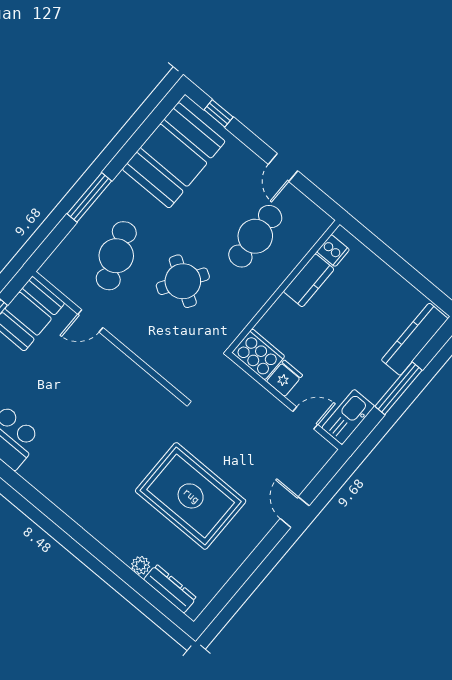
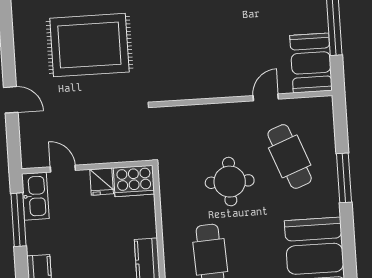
round table: (183, 281) -> (230, 182), turned -32
window: (399, 388) -> (19, 220), moved
door: (305, 418) -> (63, 169), swing flipped

